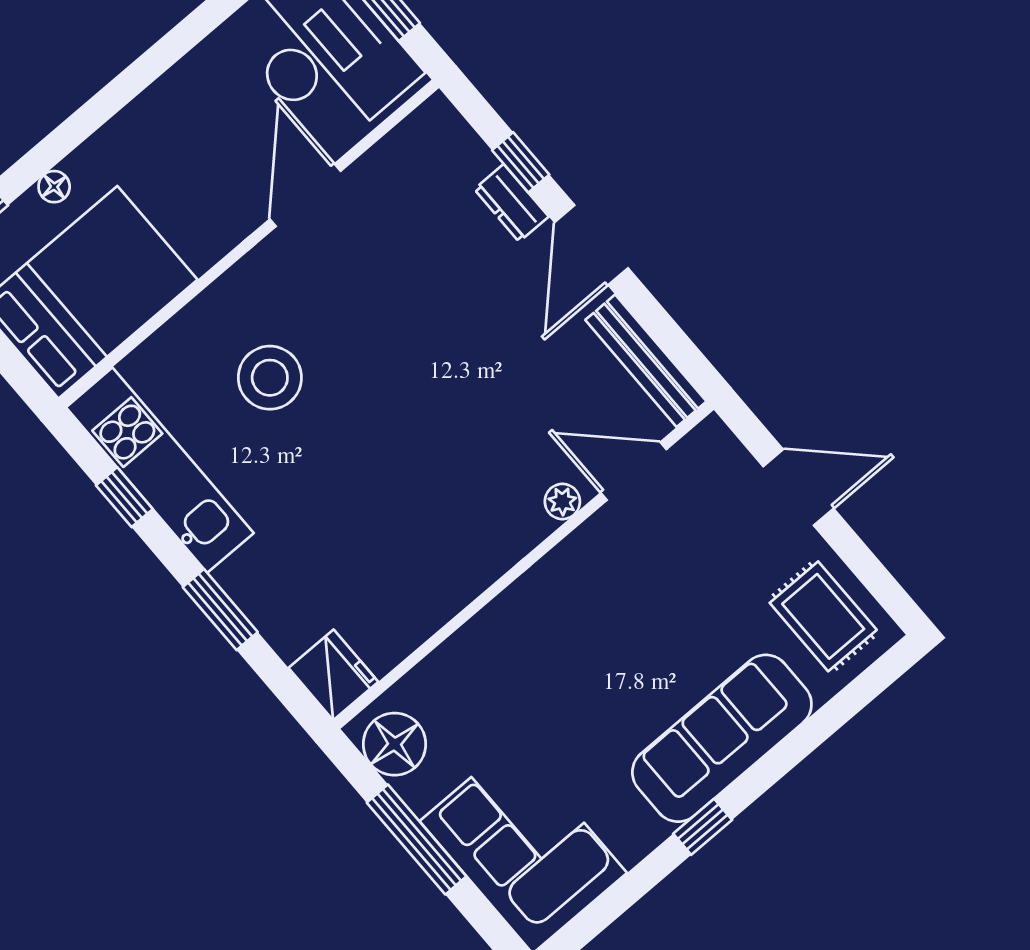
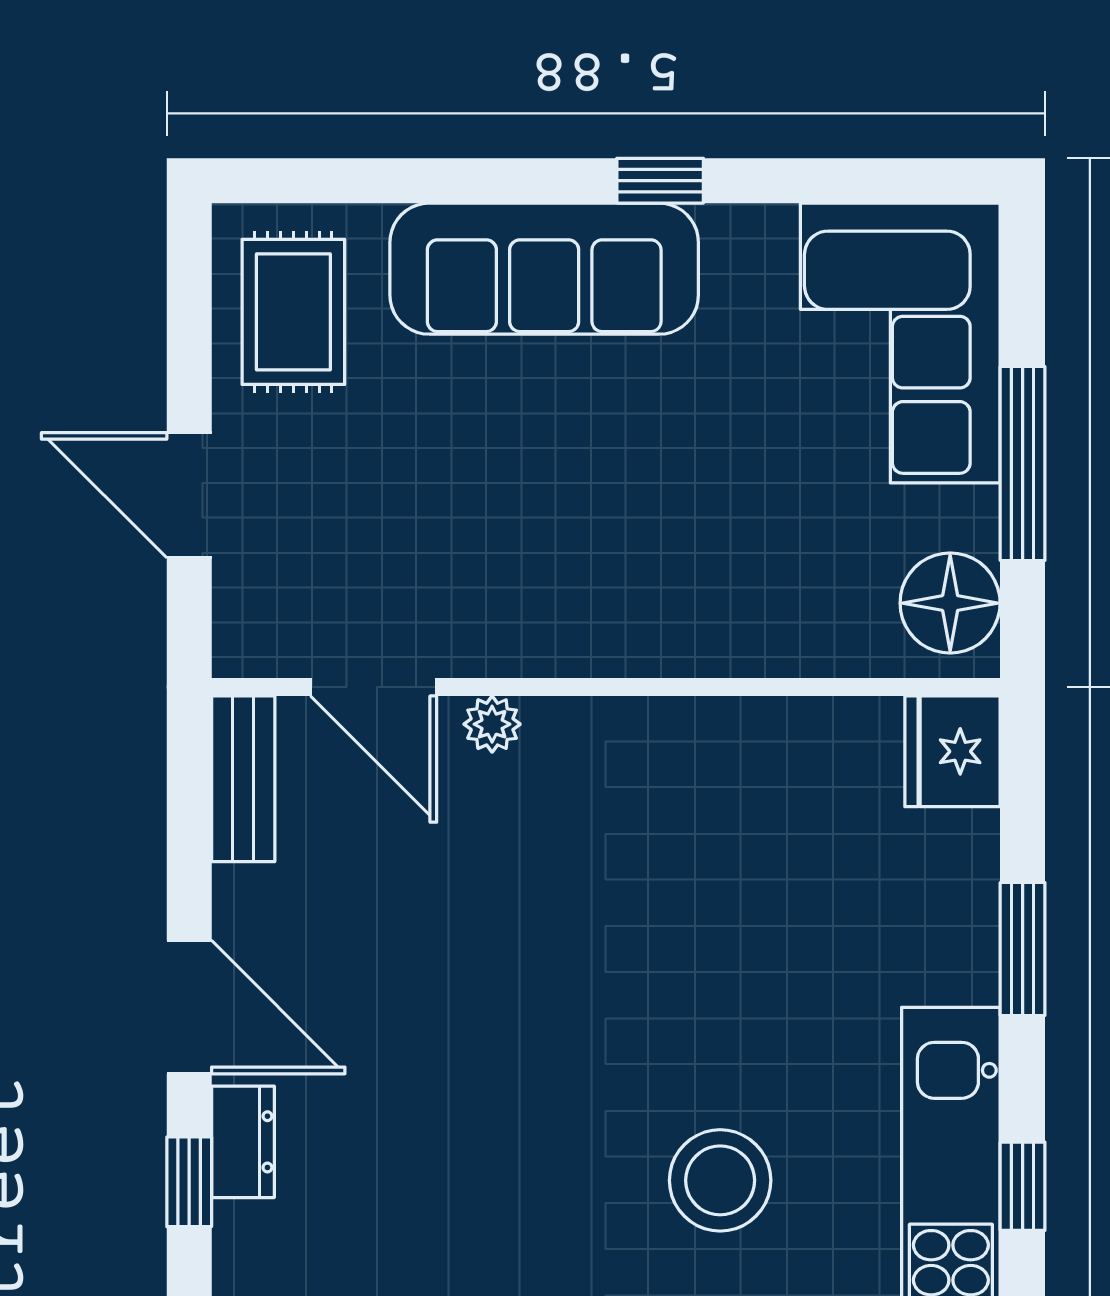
door: (591, 245) -> (189, 1007), hinge flipped
bench: (646, 361) -> (243, 779), width x0.73

